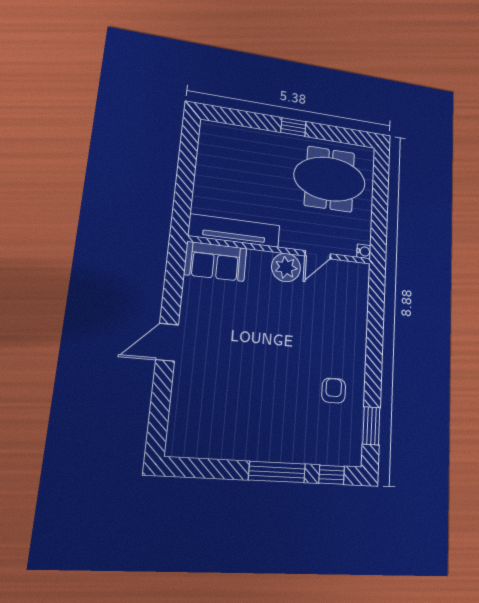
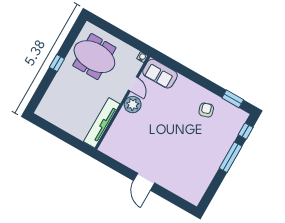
meeting table: (330, 179) -> (94, 57), turned 90
sofa: (215, 261) -> (160, 74), moved, turned 90
armchair: (334, 391) -> (206, 110), turned 72

